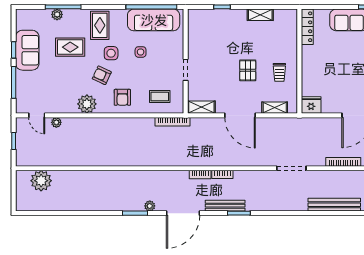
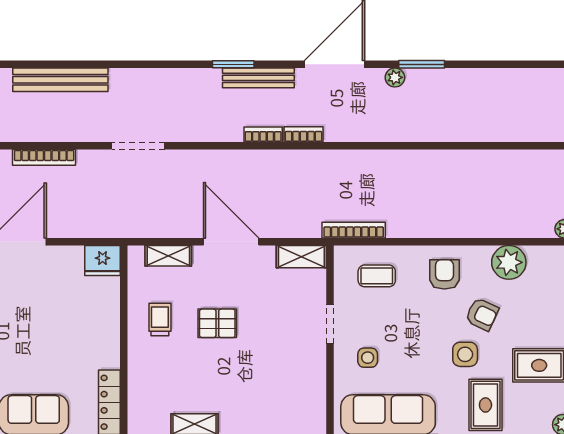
side table: (141, 52) -> (368, 358), moved
pallet: (248, 70) -> (217, 323), turned 90

